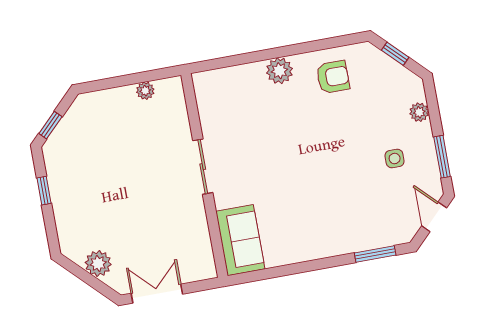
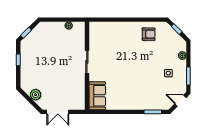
plant: (279, 71) -> (127, 27), removed
door: (434, 217) -> (180, 101), hinge flipped
double door: (157, 294) -> (58, 112), swing flipped

